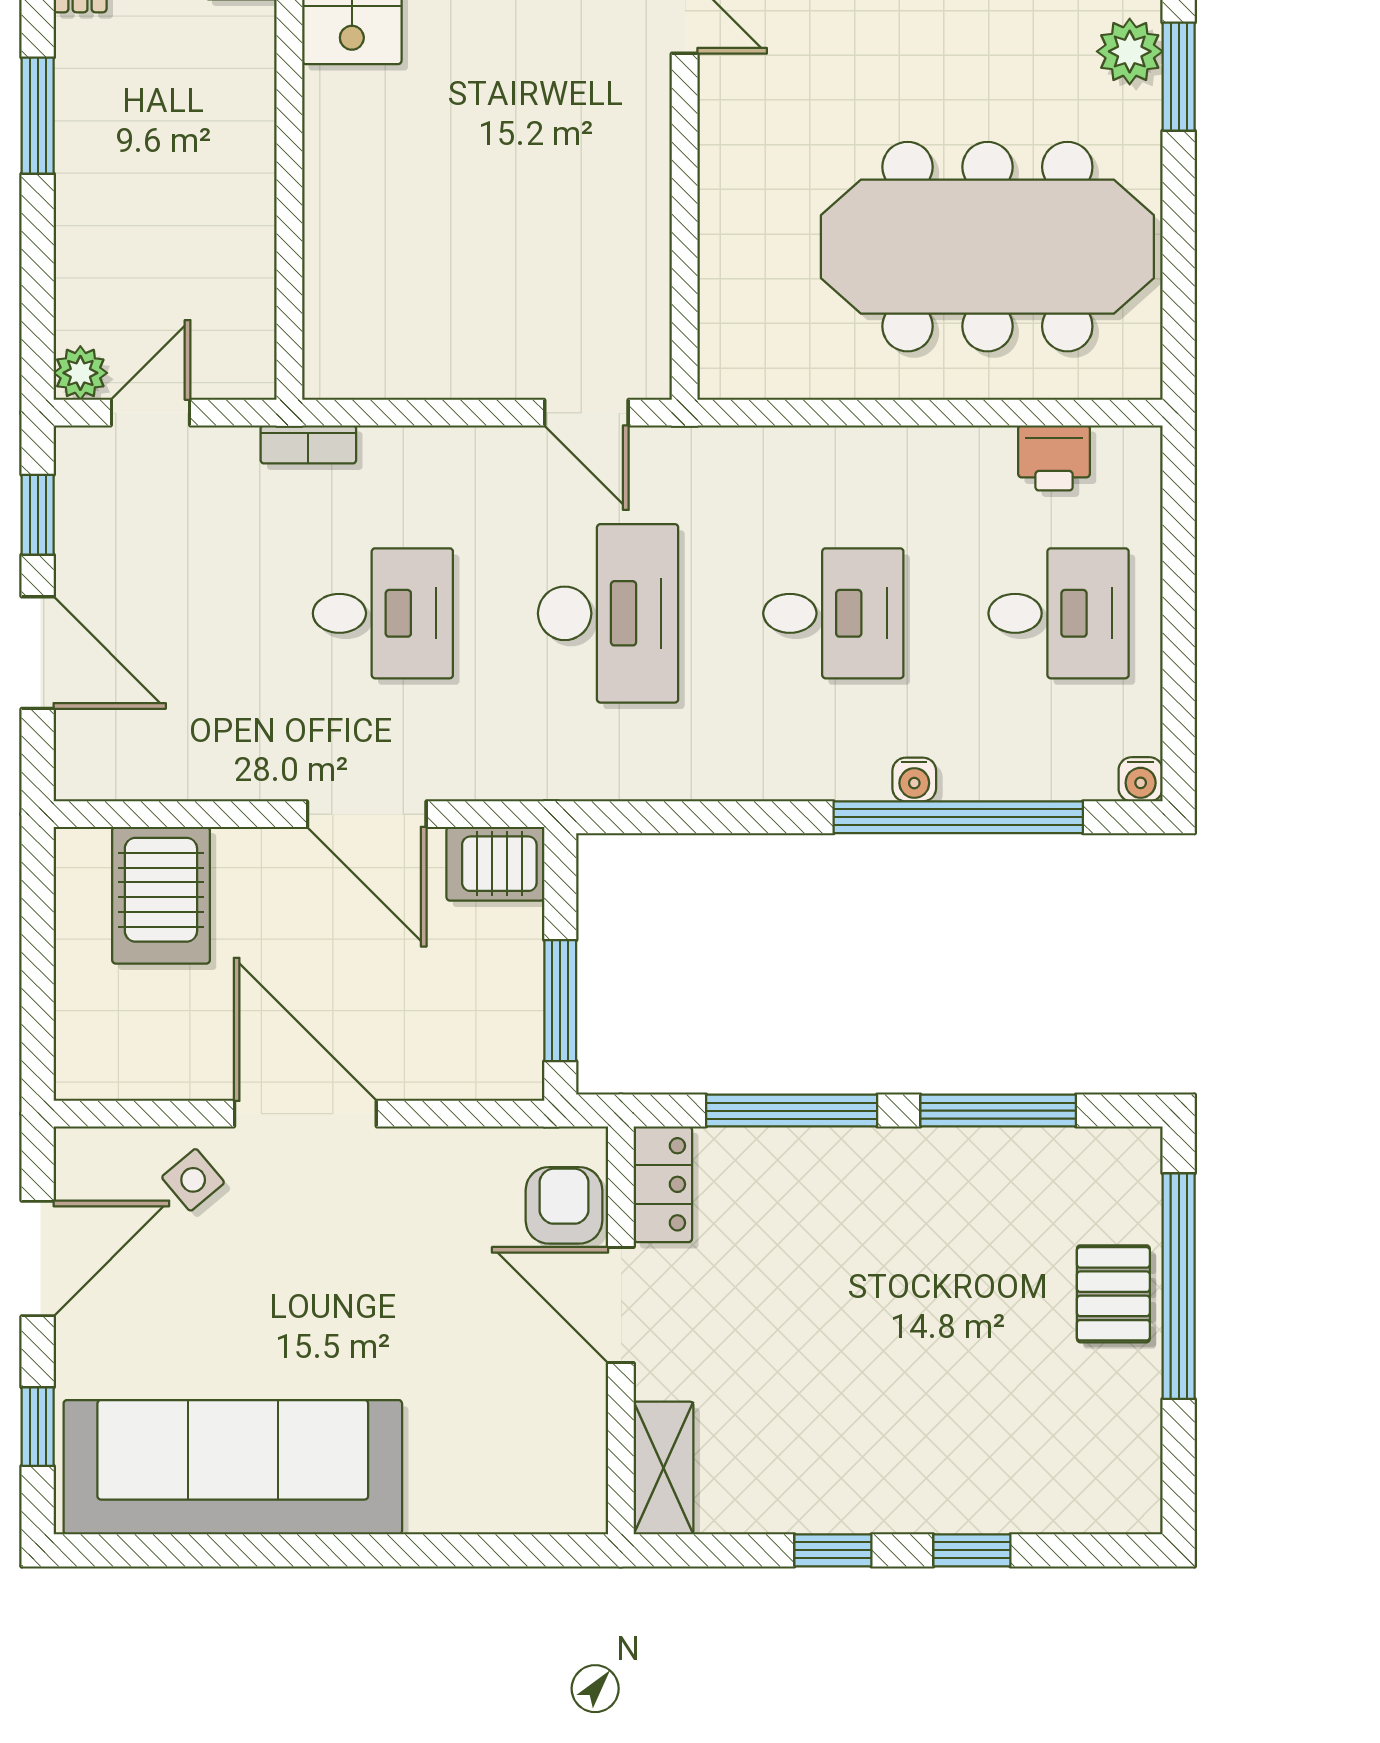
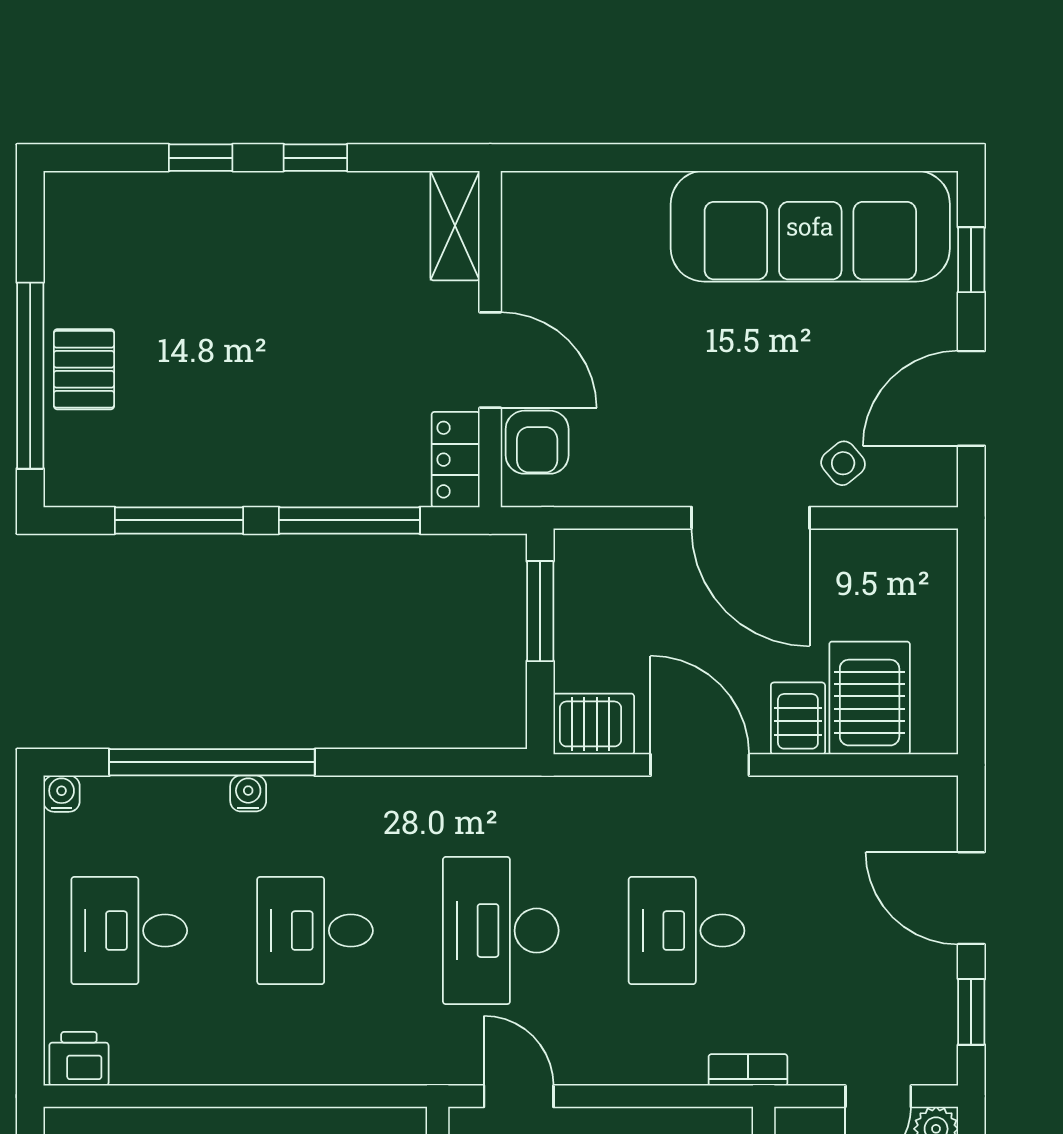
printer: (1054, 458) -> (79, 1059), moved
server rack: (248, 870) -> (798, 718), added

